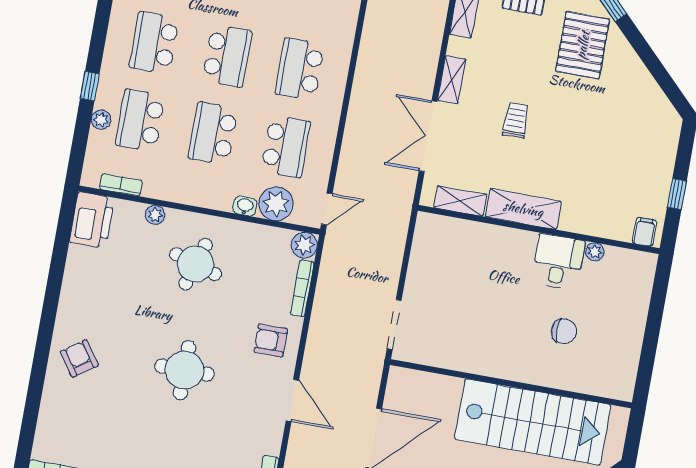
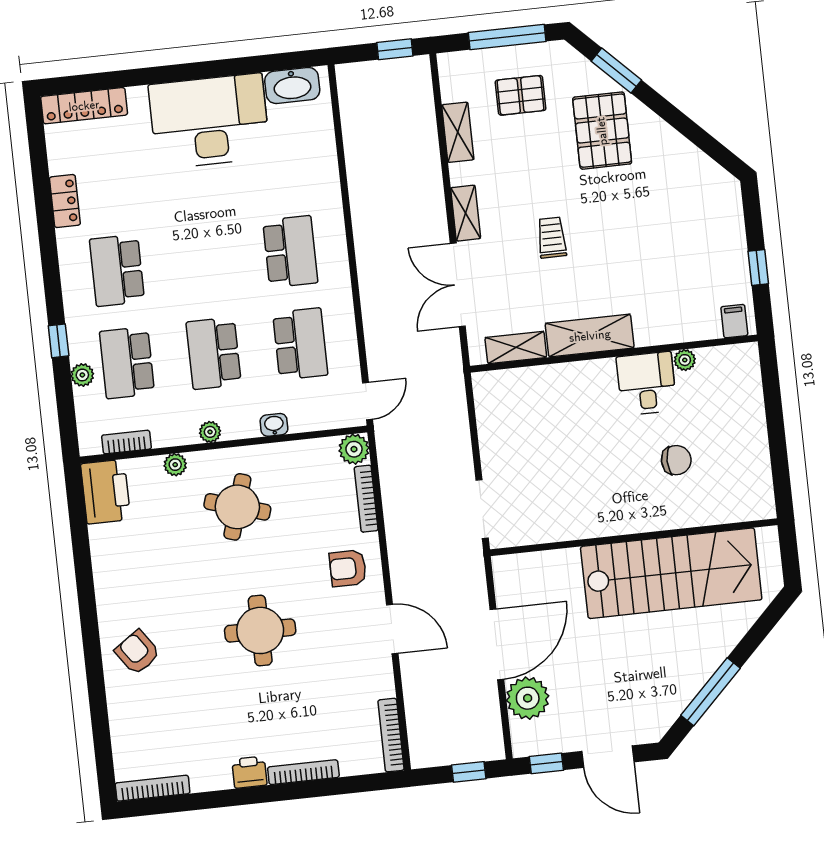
school desk: (227, 56) -> (204, 261), removed
school desk: (300, 69) -> (290, 252), turned 180
plant: (276, 204) -> (210, 432), moved, width x0.53, depth x0.53

